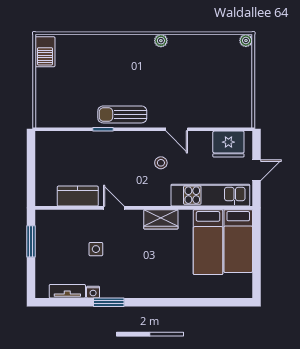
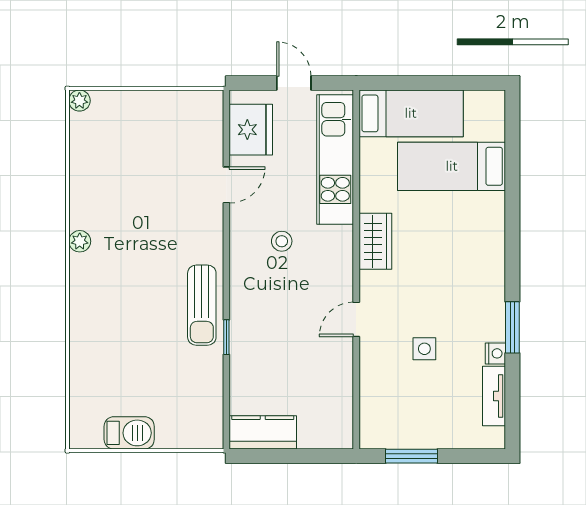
barbecue: (45, 52) -> (129, 433), moved
door: (177, 129) -> (226, 185), moved
kitchen counter: (78, 196) -> (263, 432), moved, turned 90
bed: (208, 242) -> (452, 166), moved, turned 180

